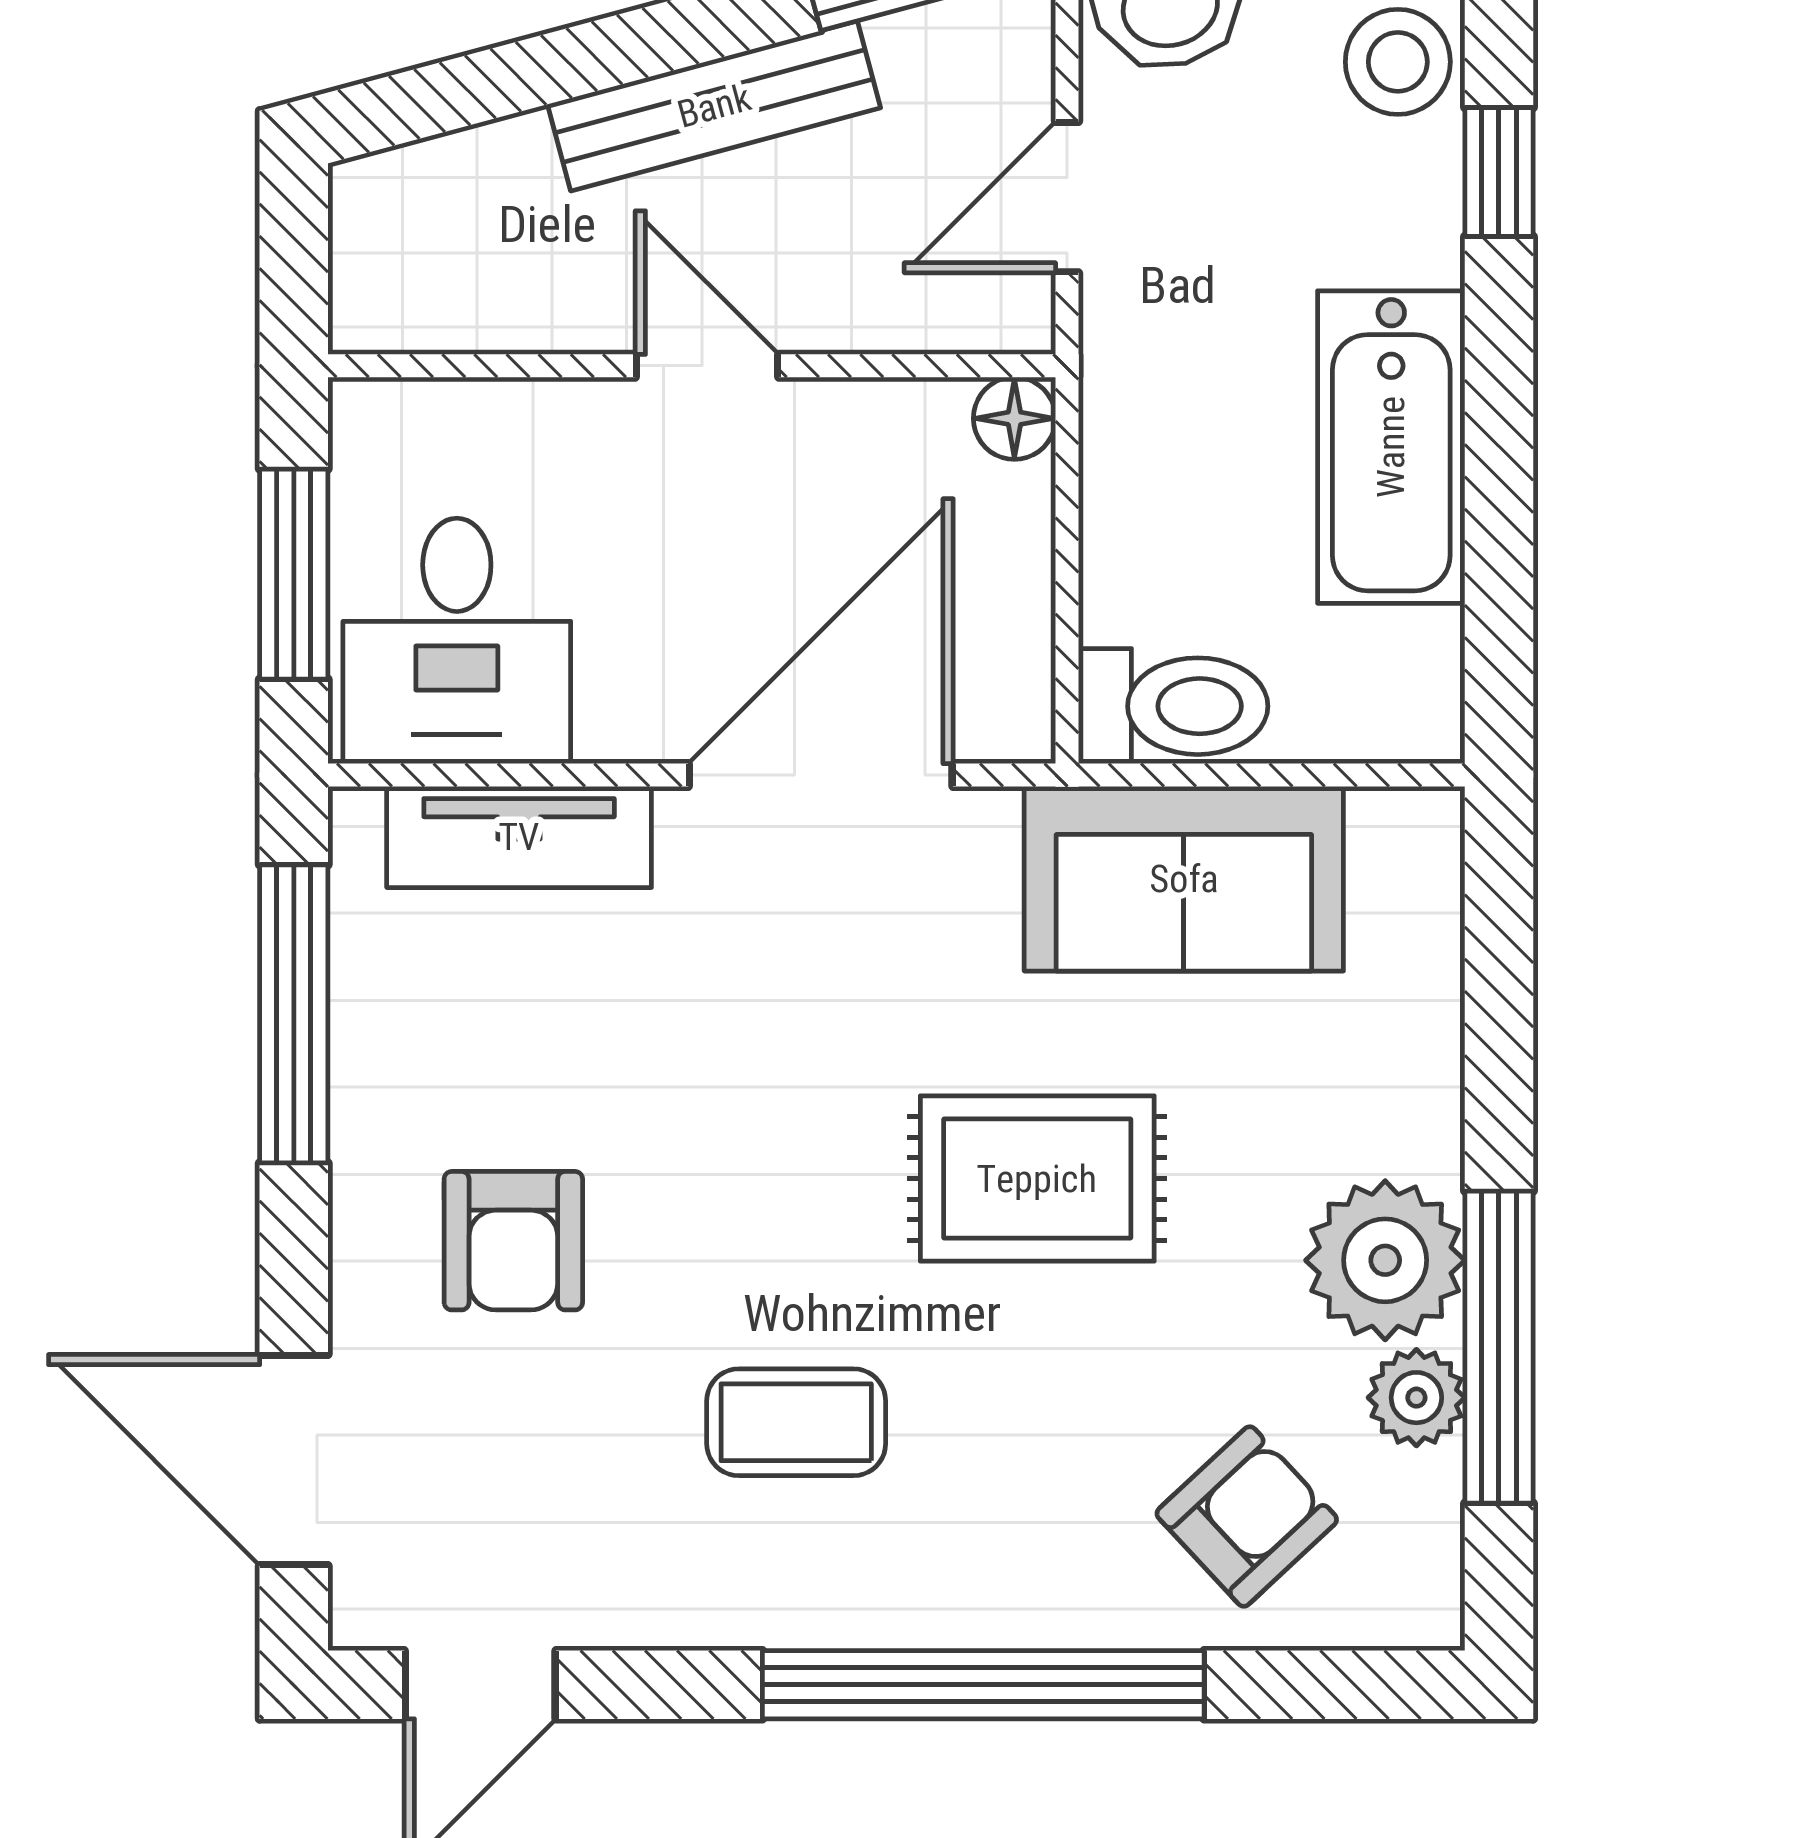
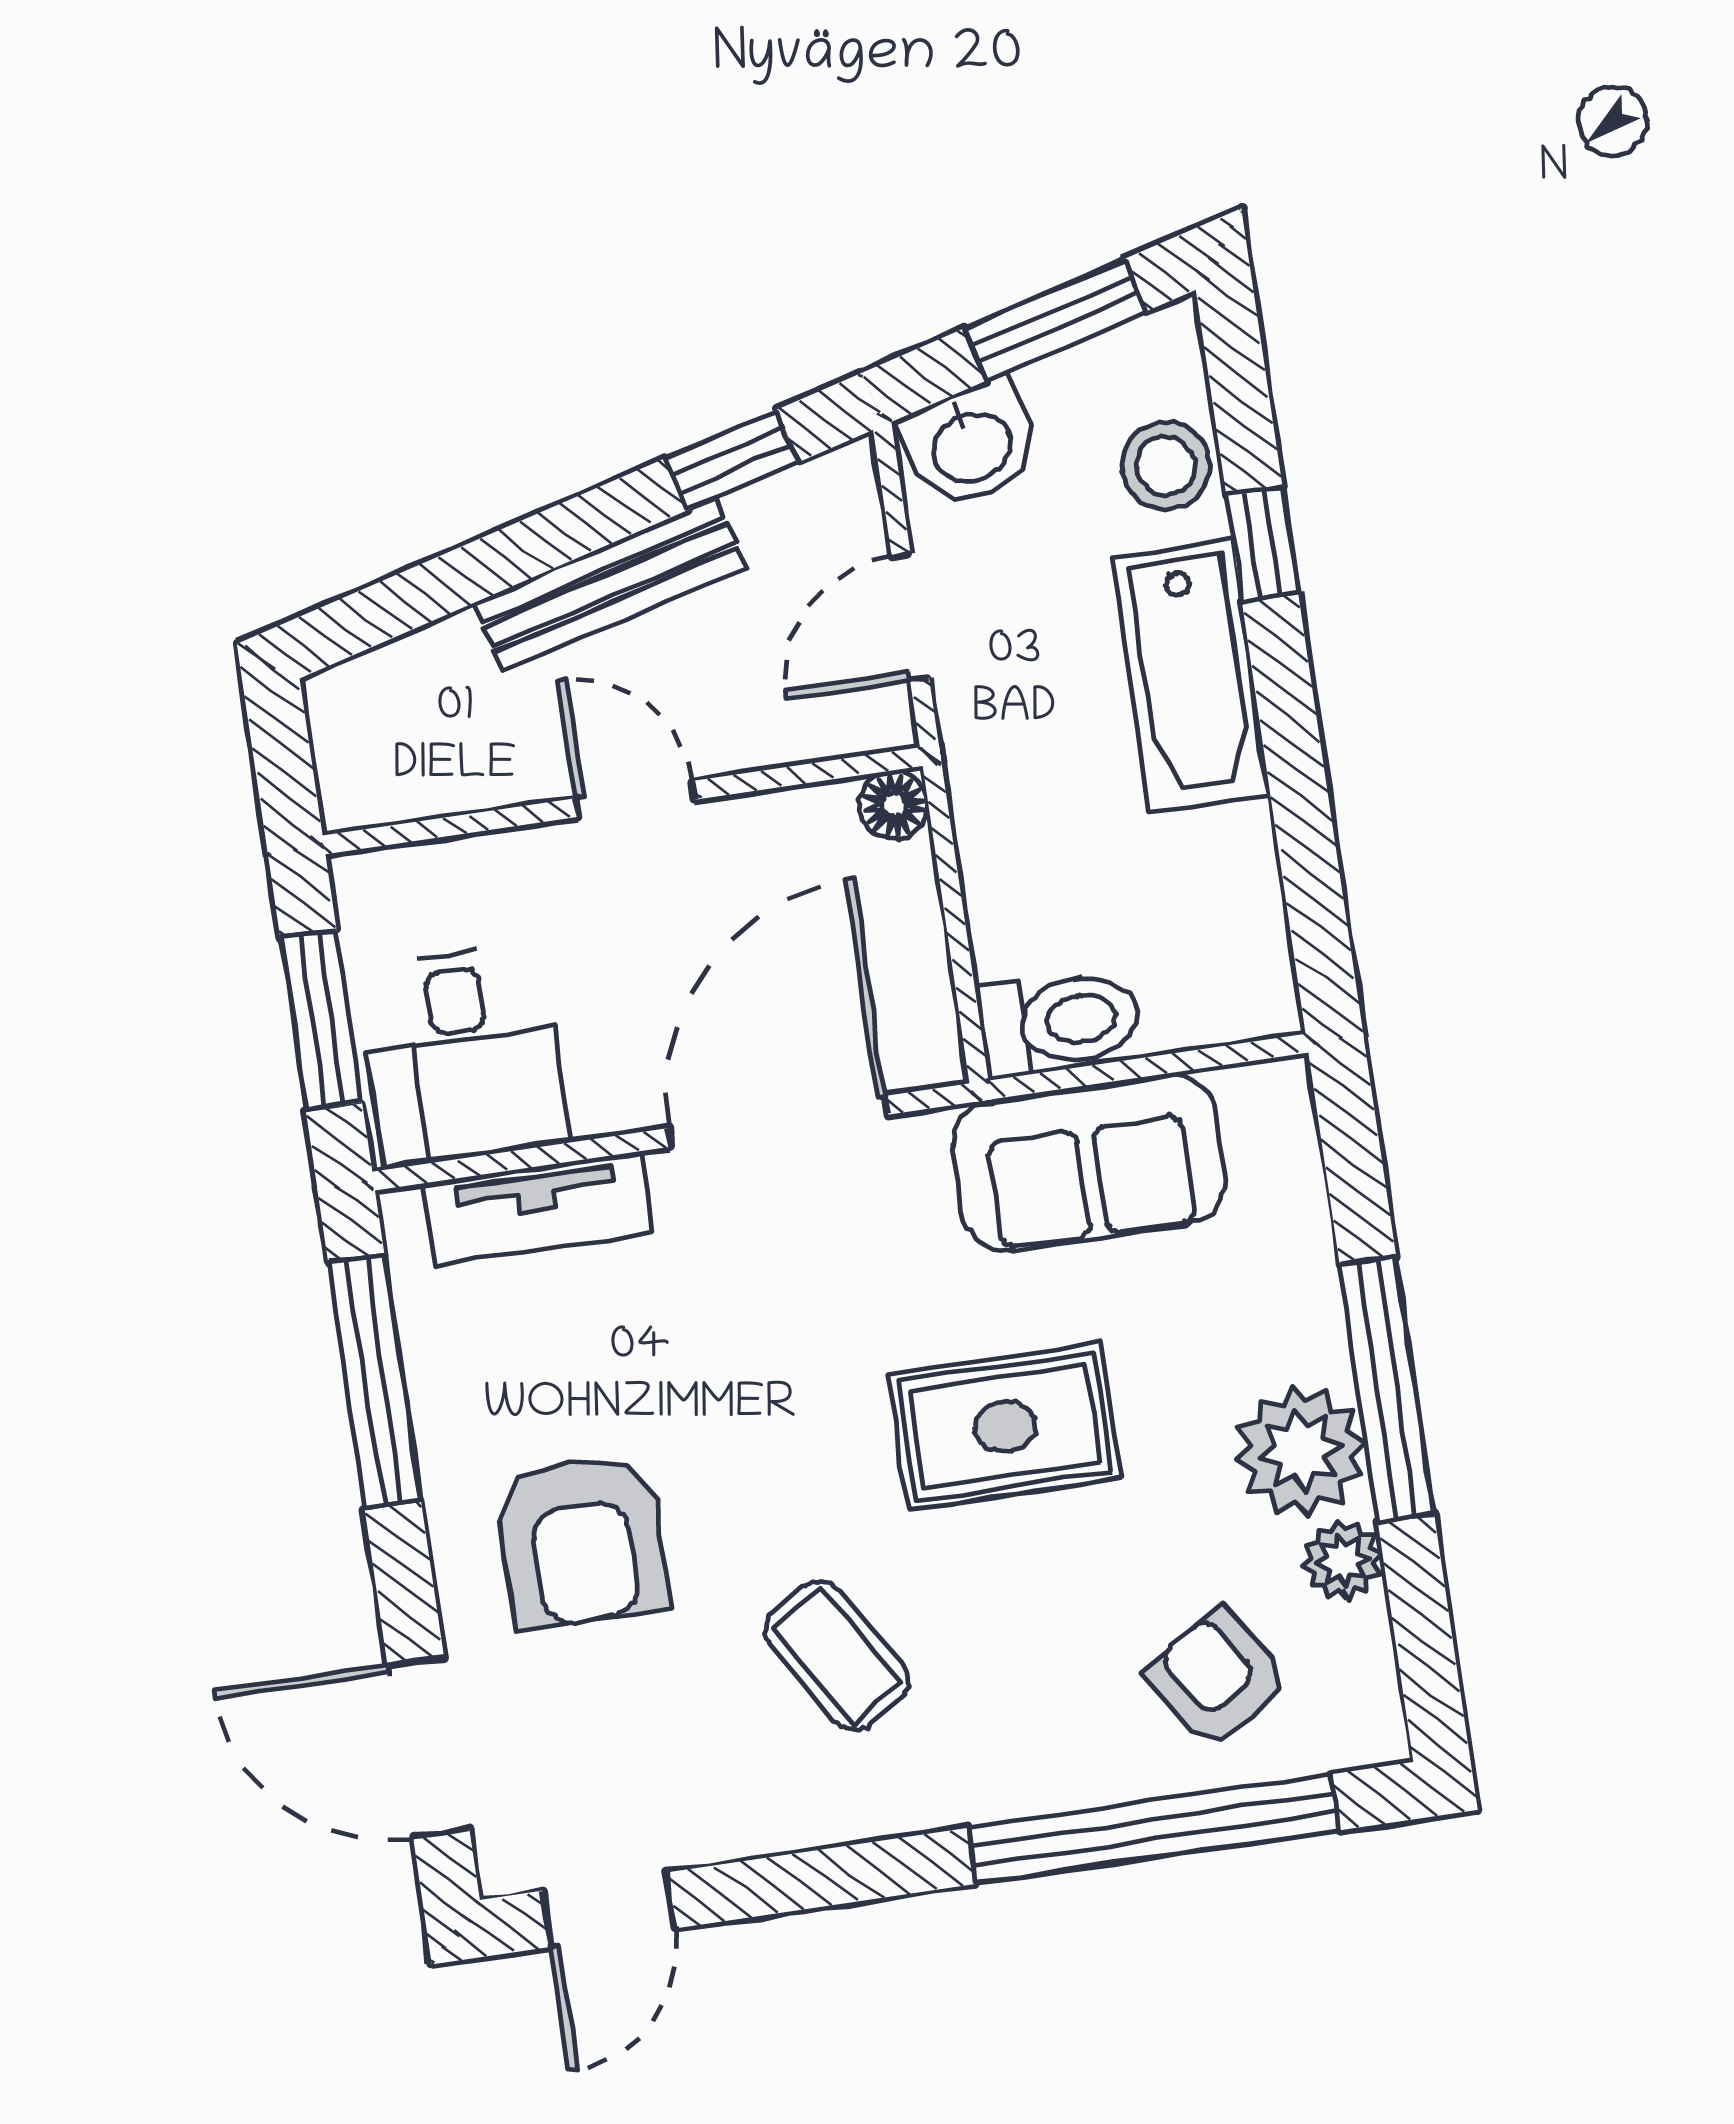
bathtub: (1391, 447) -> (1191, 676), moved
armchair: (513, 1241) -> (582, 1541), width x1.38, depth x1.38
window: (1499, 1347) -> (1387, 1389), moved
coffee table: (796, 1422) -> (837, 1656), turned 58
armchair: (1247, 1517) -> (1218, 1678), turned -80
window: (983, 1685) -> (1153, 1829), moved

